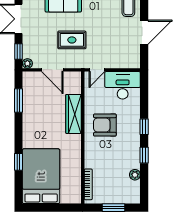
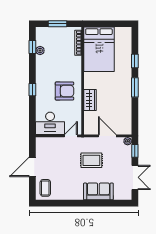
window: (19, 101) -> (135, 87), moved
wardrobe: (74, 114) -> (90, 100), width x0.67
window: (144, 155) -> (32, 47), moved
bed: (41, 176) -> (99, 49), moved

